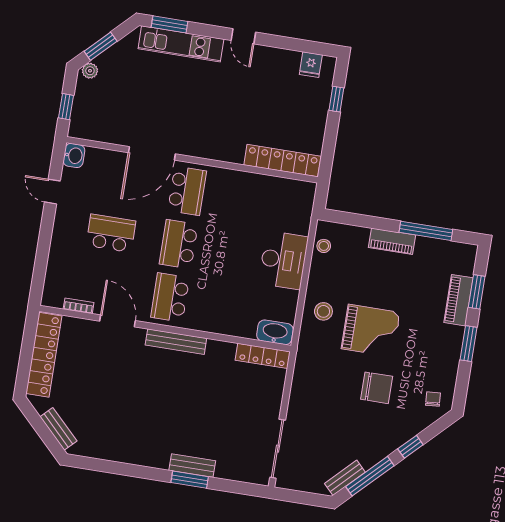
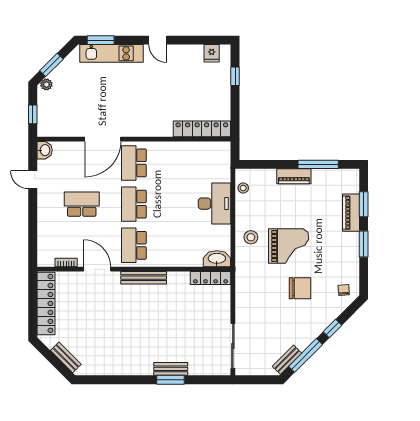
school desk: (187, 191) -> (134, 163), turned 180

